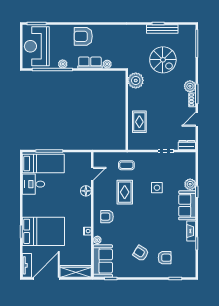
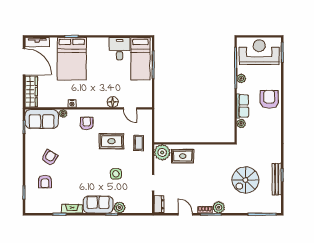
plant: (136, 80) -> (162, 152), moved

